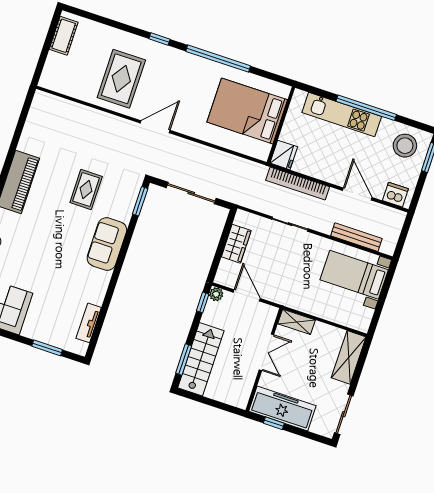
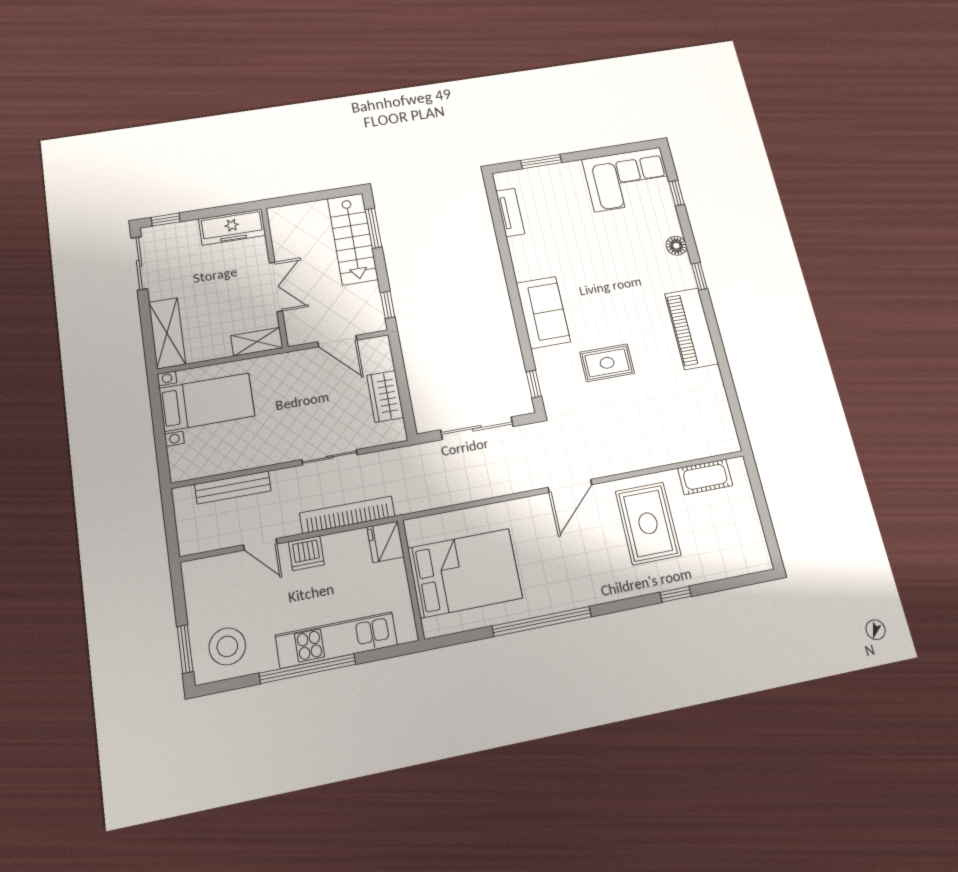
cot: (64, 36) -> (705, 477), moved, turned 90
window: (159, 39) -> (676, 594), moved
rug: (86, 189) -> (607, 363), turned 90
door: (357, 194) -> (260, 544), width x0.73
dishwasher: (395, 195) -> (306, 553), moved
window: (140, 201) -> (534, 384), width x0.67
bed with nightstands: (354, 275) -> (207, 402), moved
plant: (216, 294) -> (376, 323), removed
double door: (266, 352) -> (276, 287), swing flipped
freezer: (282, 409) -> (232, 227), width x0.73, depth x0.79
window: (274, 423) -> (166, 220), moved

